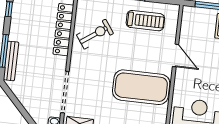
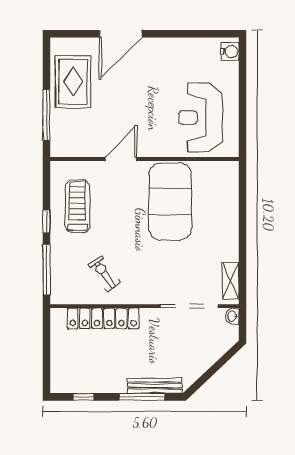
exercise bike: (95, 34) -> (104, 274), width x0.73, depth x0.72

